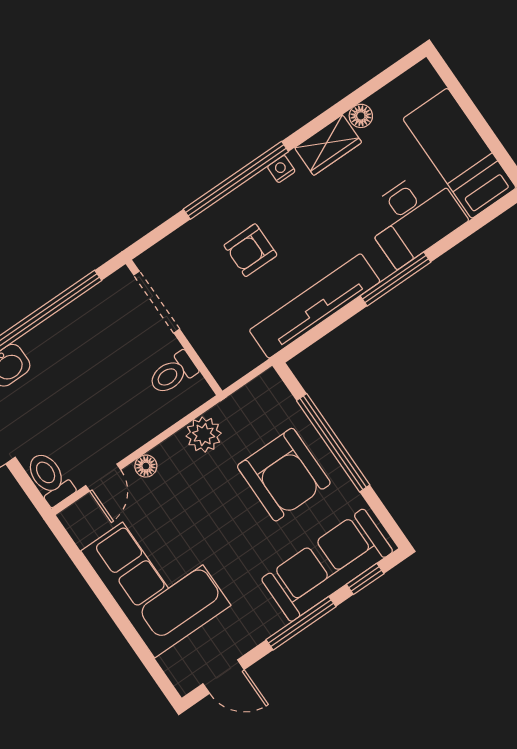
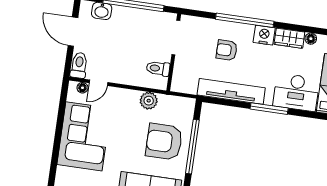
nightstand: (281, 169) -> (264, 35), width x1.89, depth x1.79
floor lamp: (146, 466) -> (82, 88), moved
armchair: (284, 475) -> (164, 142), turned 90

